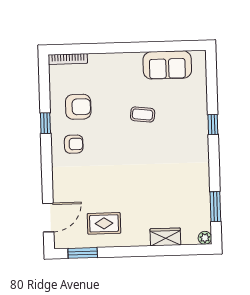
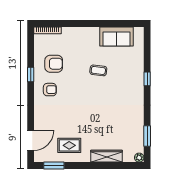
wardrobe: (165, 237) -> (106, 156), width x1.50

